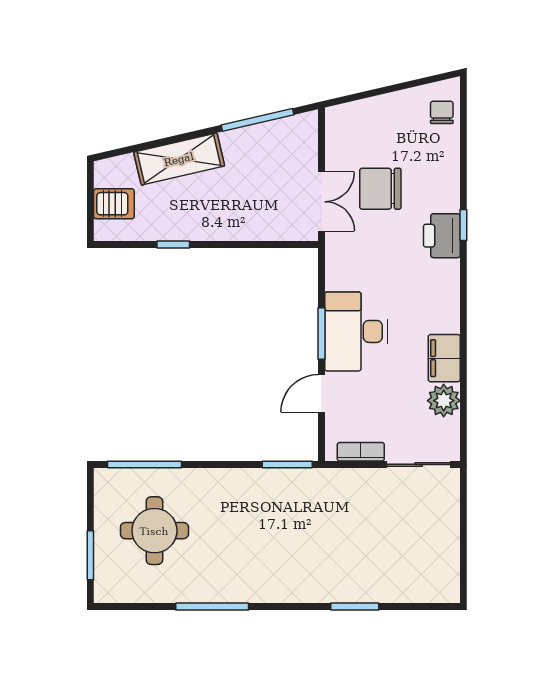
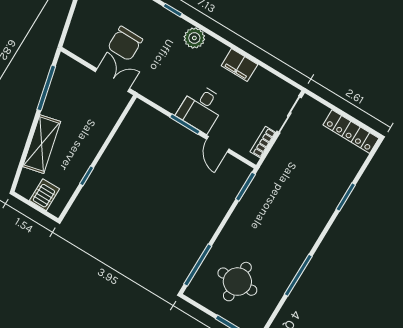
printer: (442, 236) -> (171, 25), removed
desk: (356, 331) -> (201, 108), width x0.73
plant: (444, 401) -> (194, 38), moved
locker: (446, 560) -> (351, 132), added

